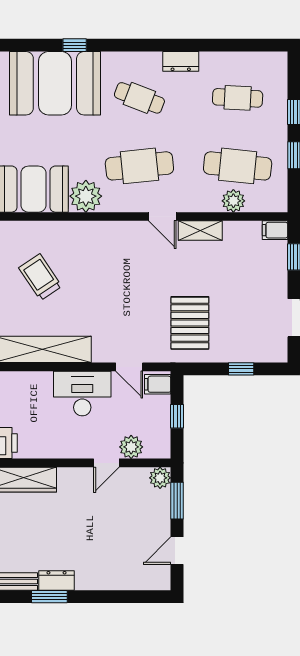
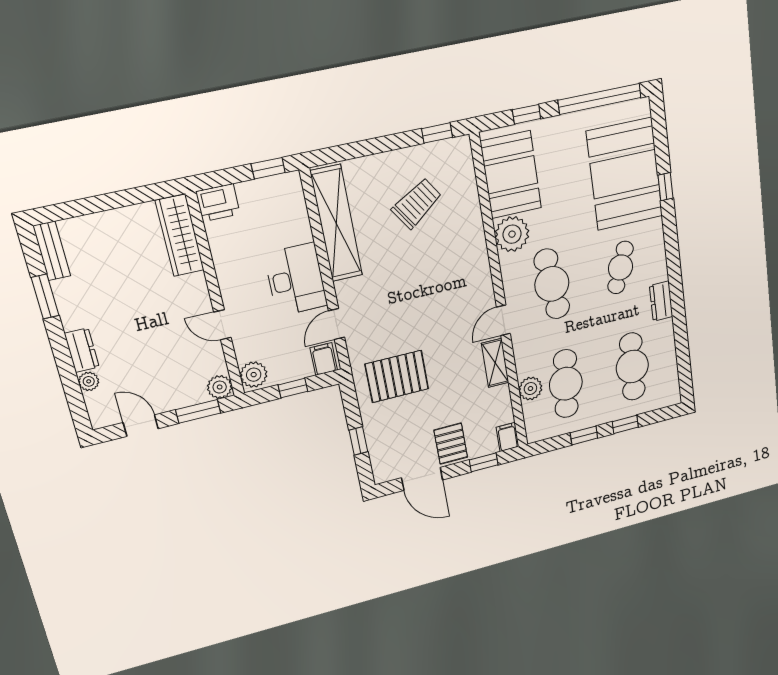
cafe table: (238, 98) -> (632, 367), width x1.37, depth x1.35
pallet: (267, 285) -> (451, 444), added
plant: (131, 447) -> (254, 375), moved
dresser: (57, 580) -> (82, 350), moved
plant: (128, 582) -> (89, 381), added

